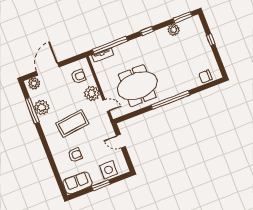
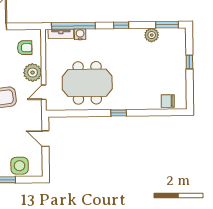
water cooler: (118, 50) -> (80, 34), added
window: (170, 100) -> (119, 113), width x0.32
door: (106, 106) -> (44, 92), swing flipped

